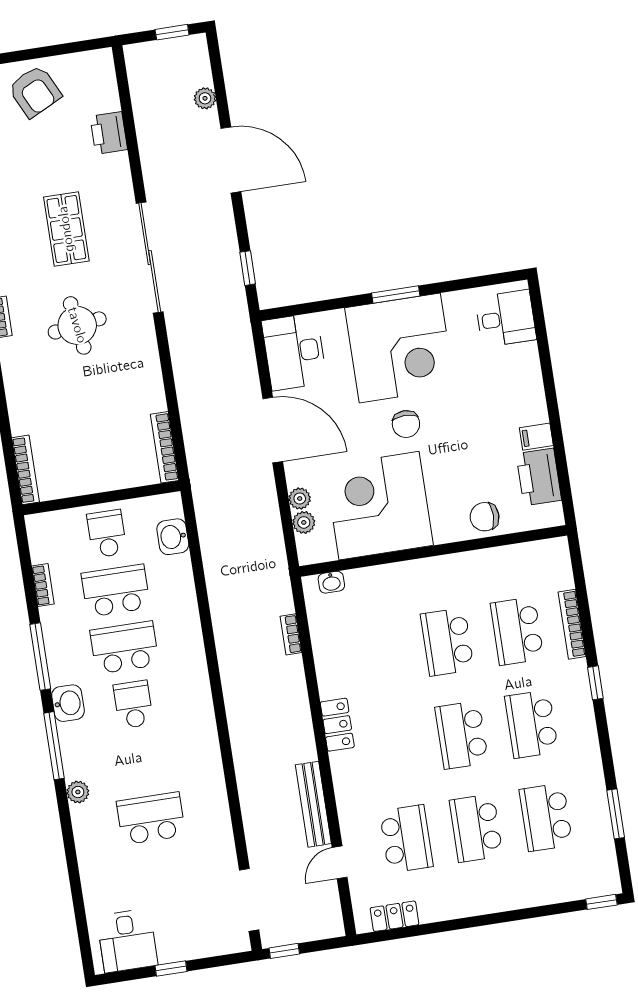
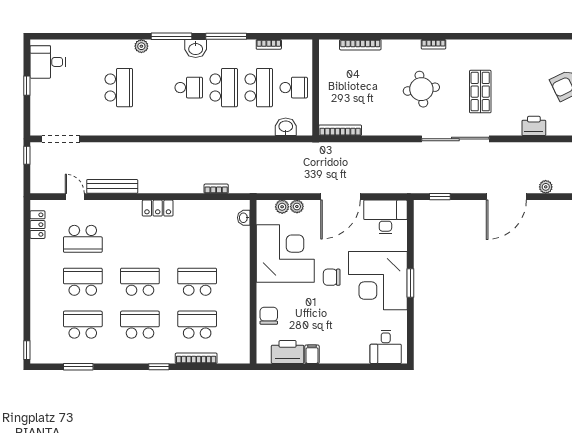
shop shelf: (66, 229) -> (480, 92), turned 90
bookcase: (26, 470) -> (360, 45), moved

